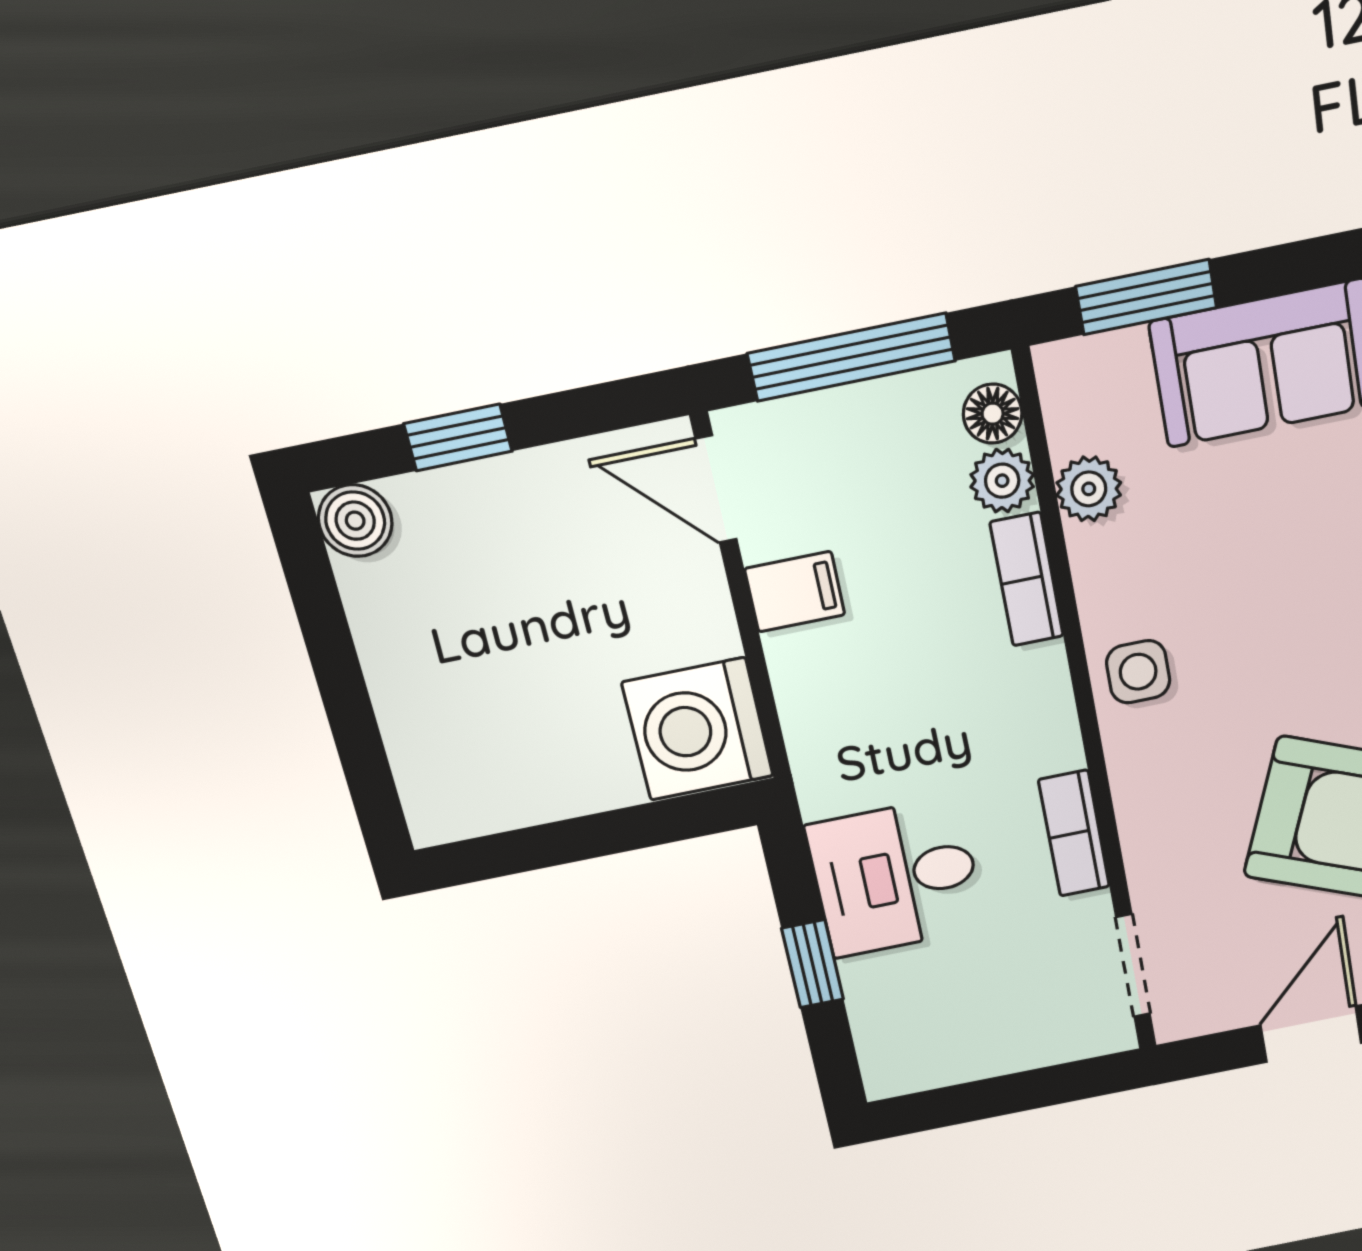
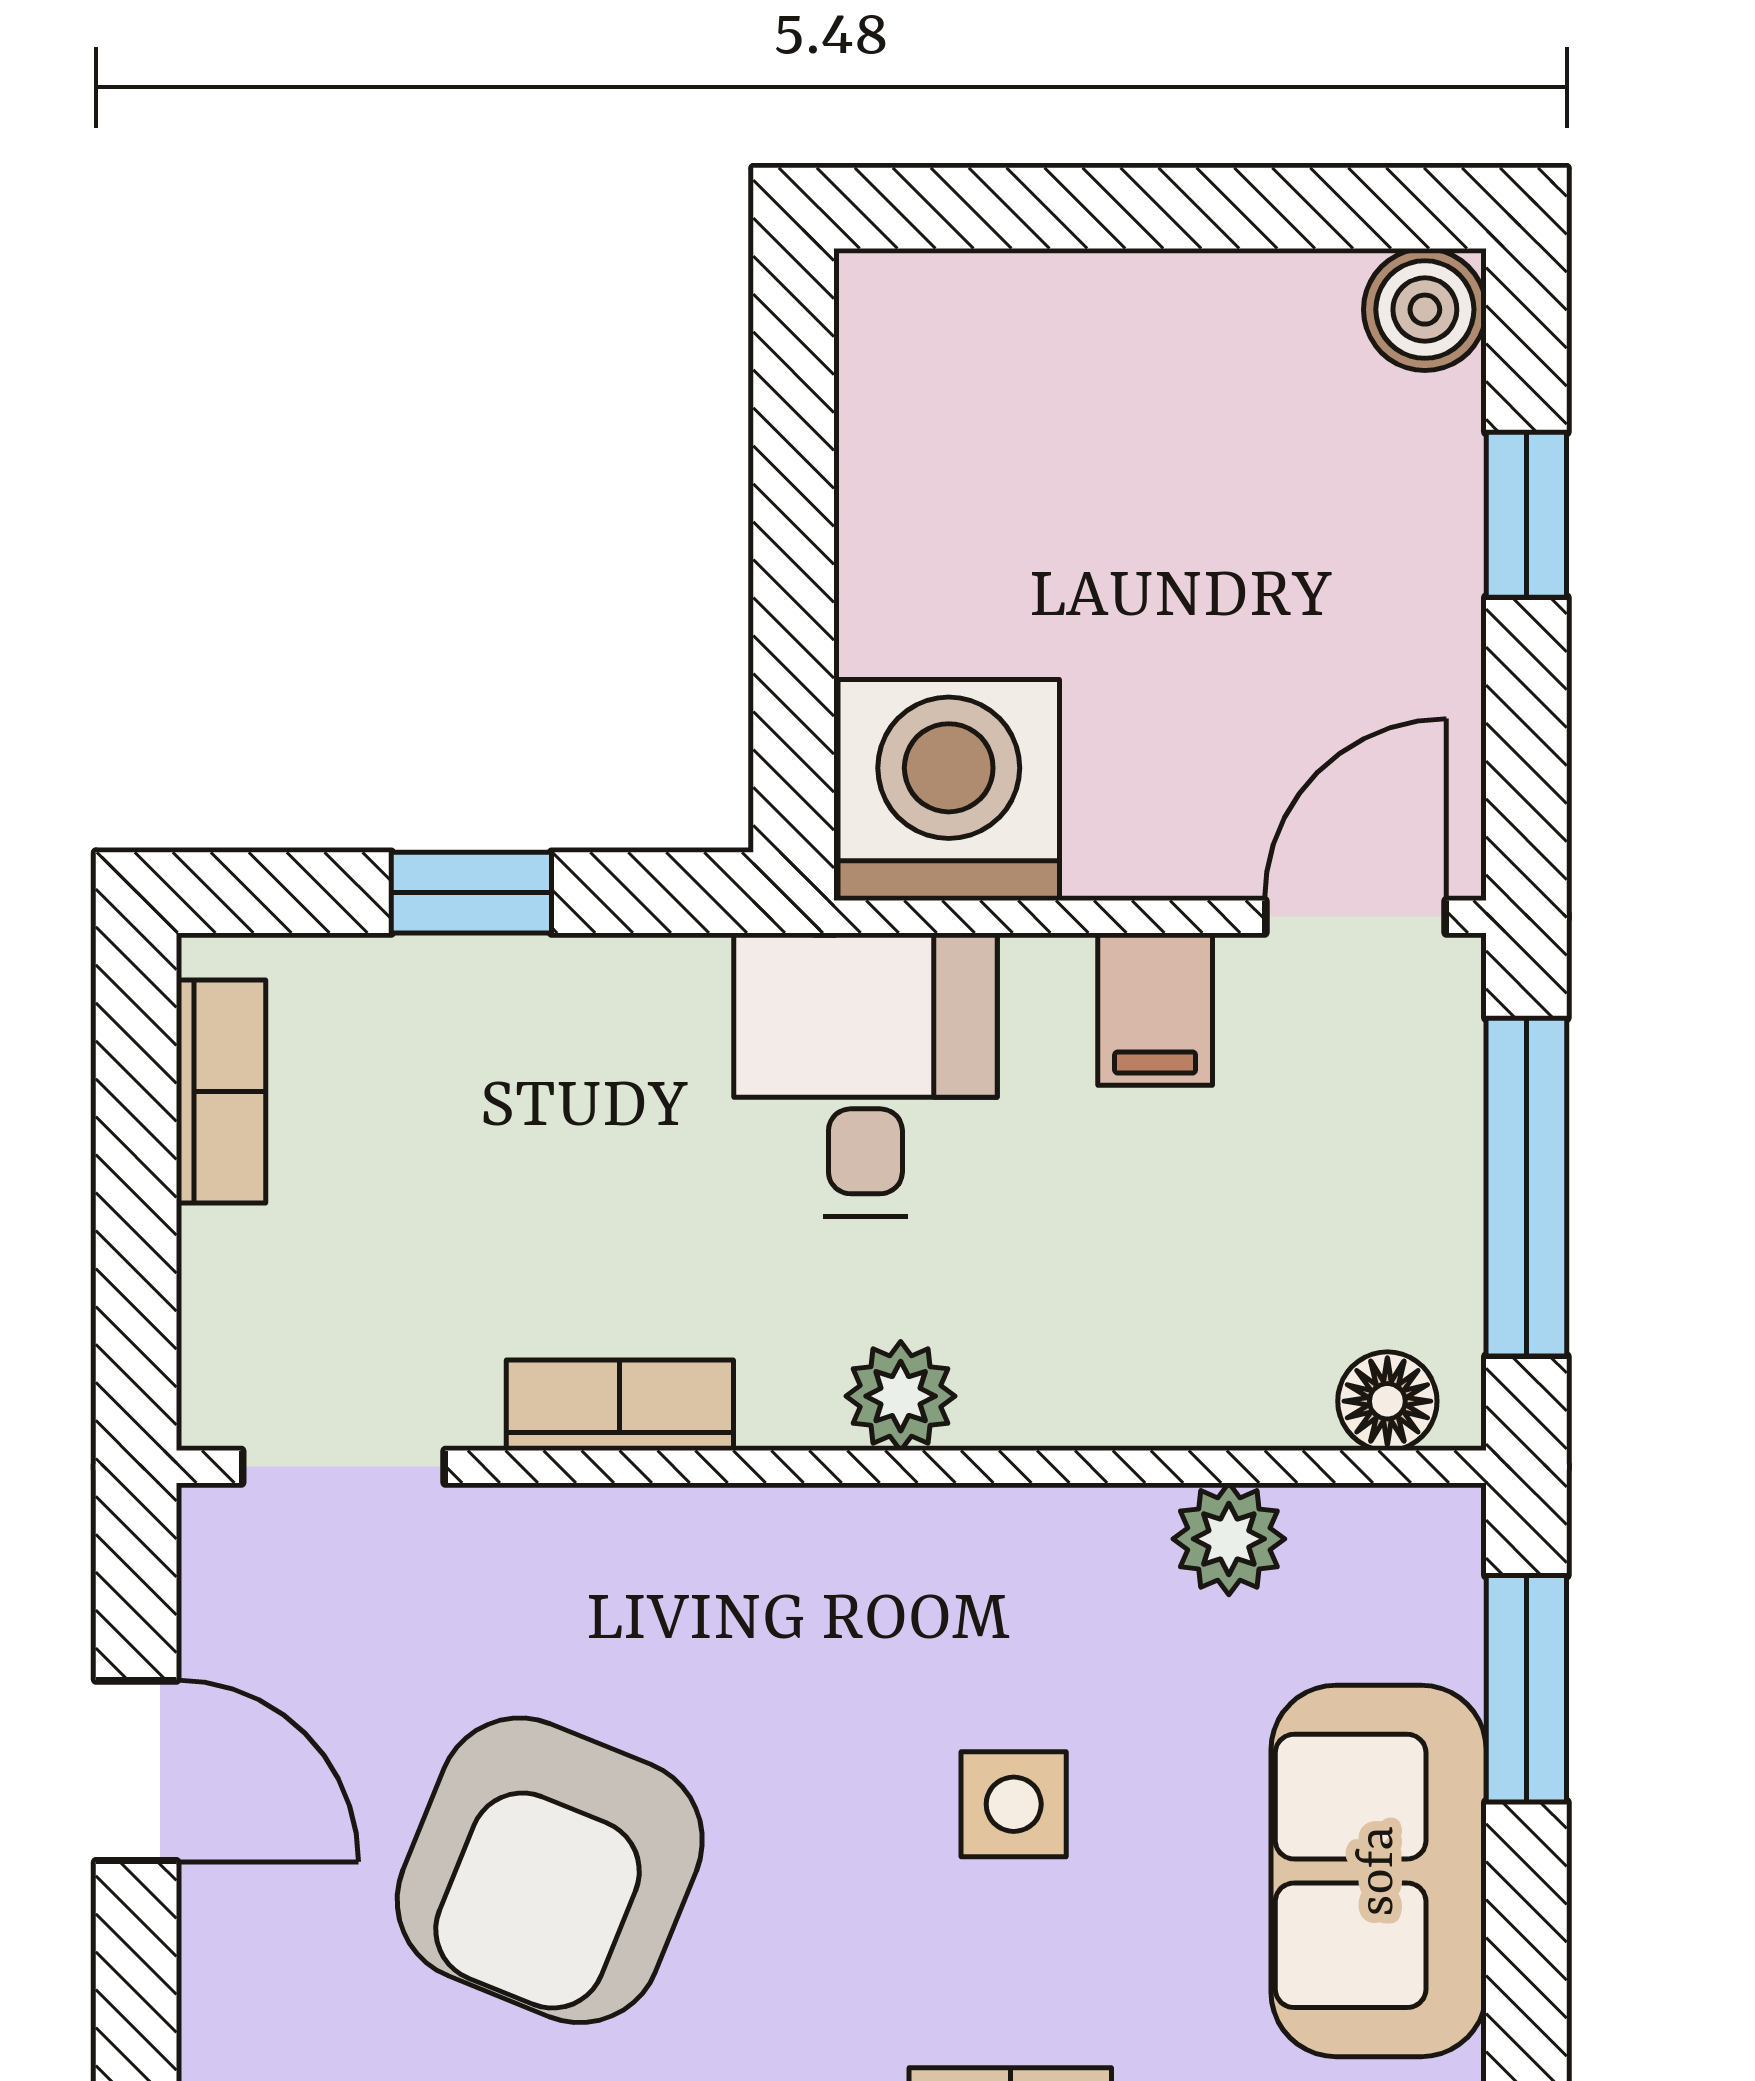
plant: (1002, 481) -> (901, 1396), moved
bookcase: (1027, 579) -> (221, 1091), moved, turned 90
side table: (1138, 672) -> (1014, 1804), moved
desk: (896, 877) -> (865, 1075), moved

